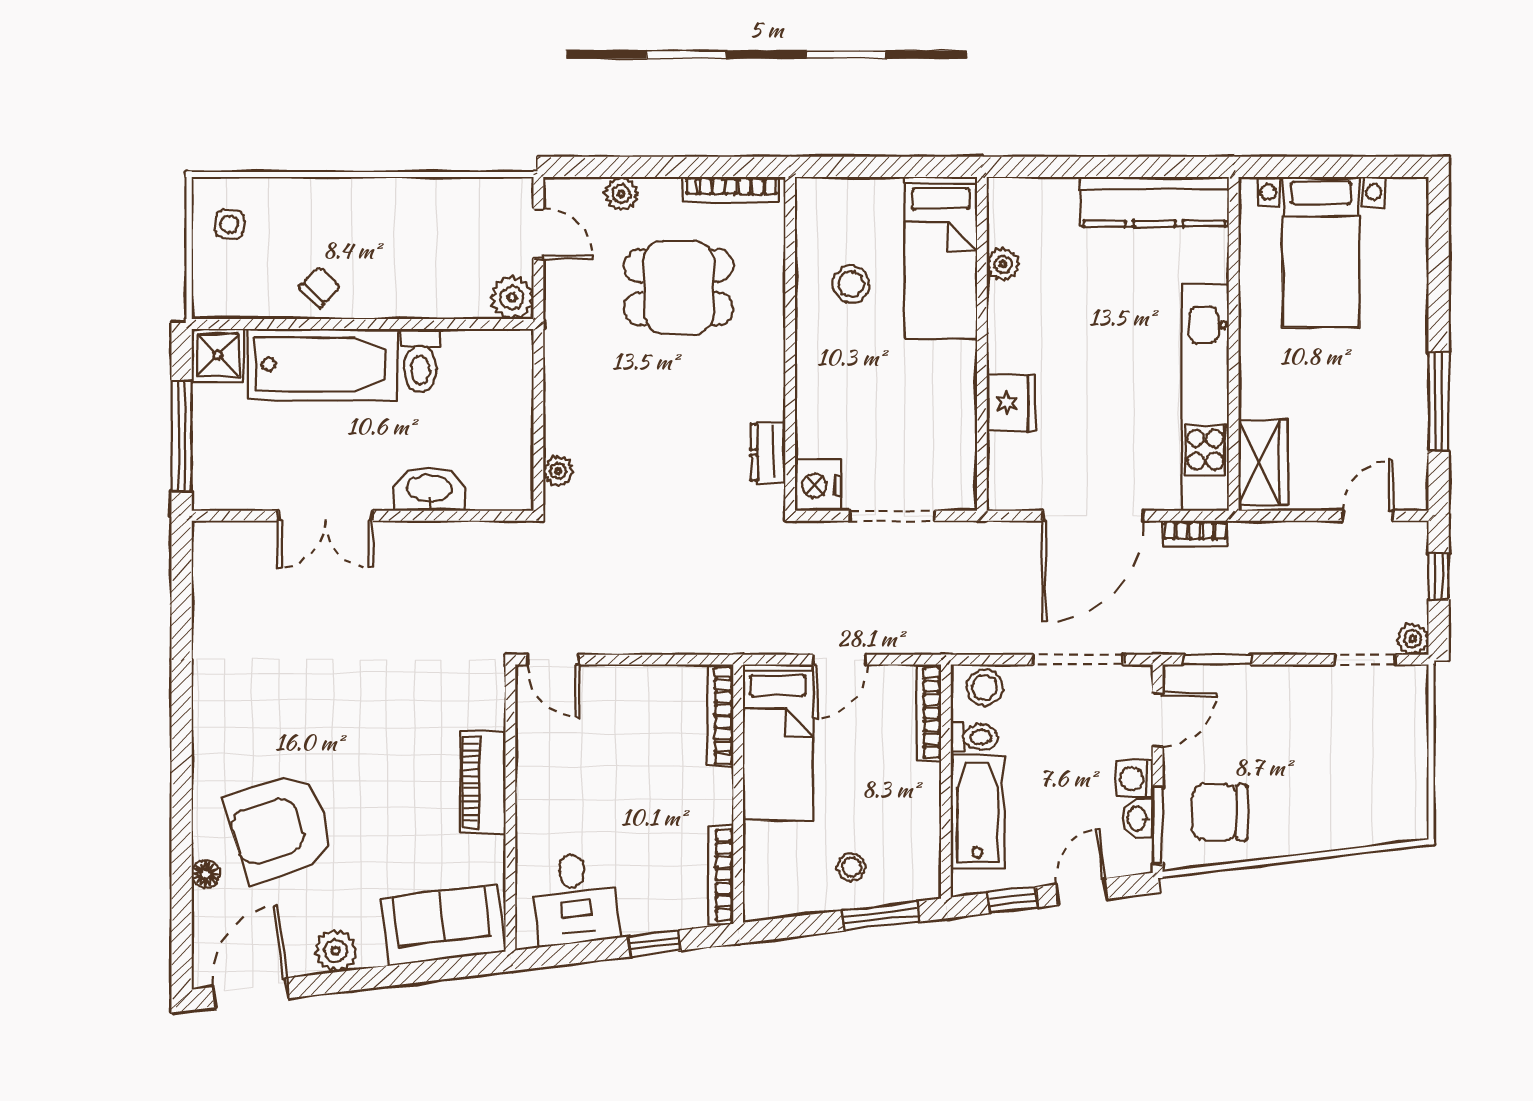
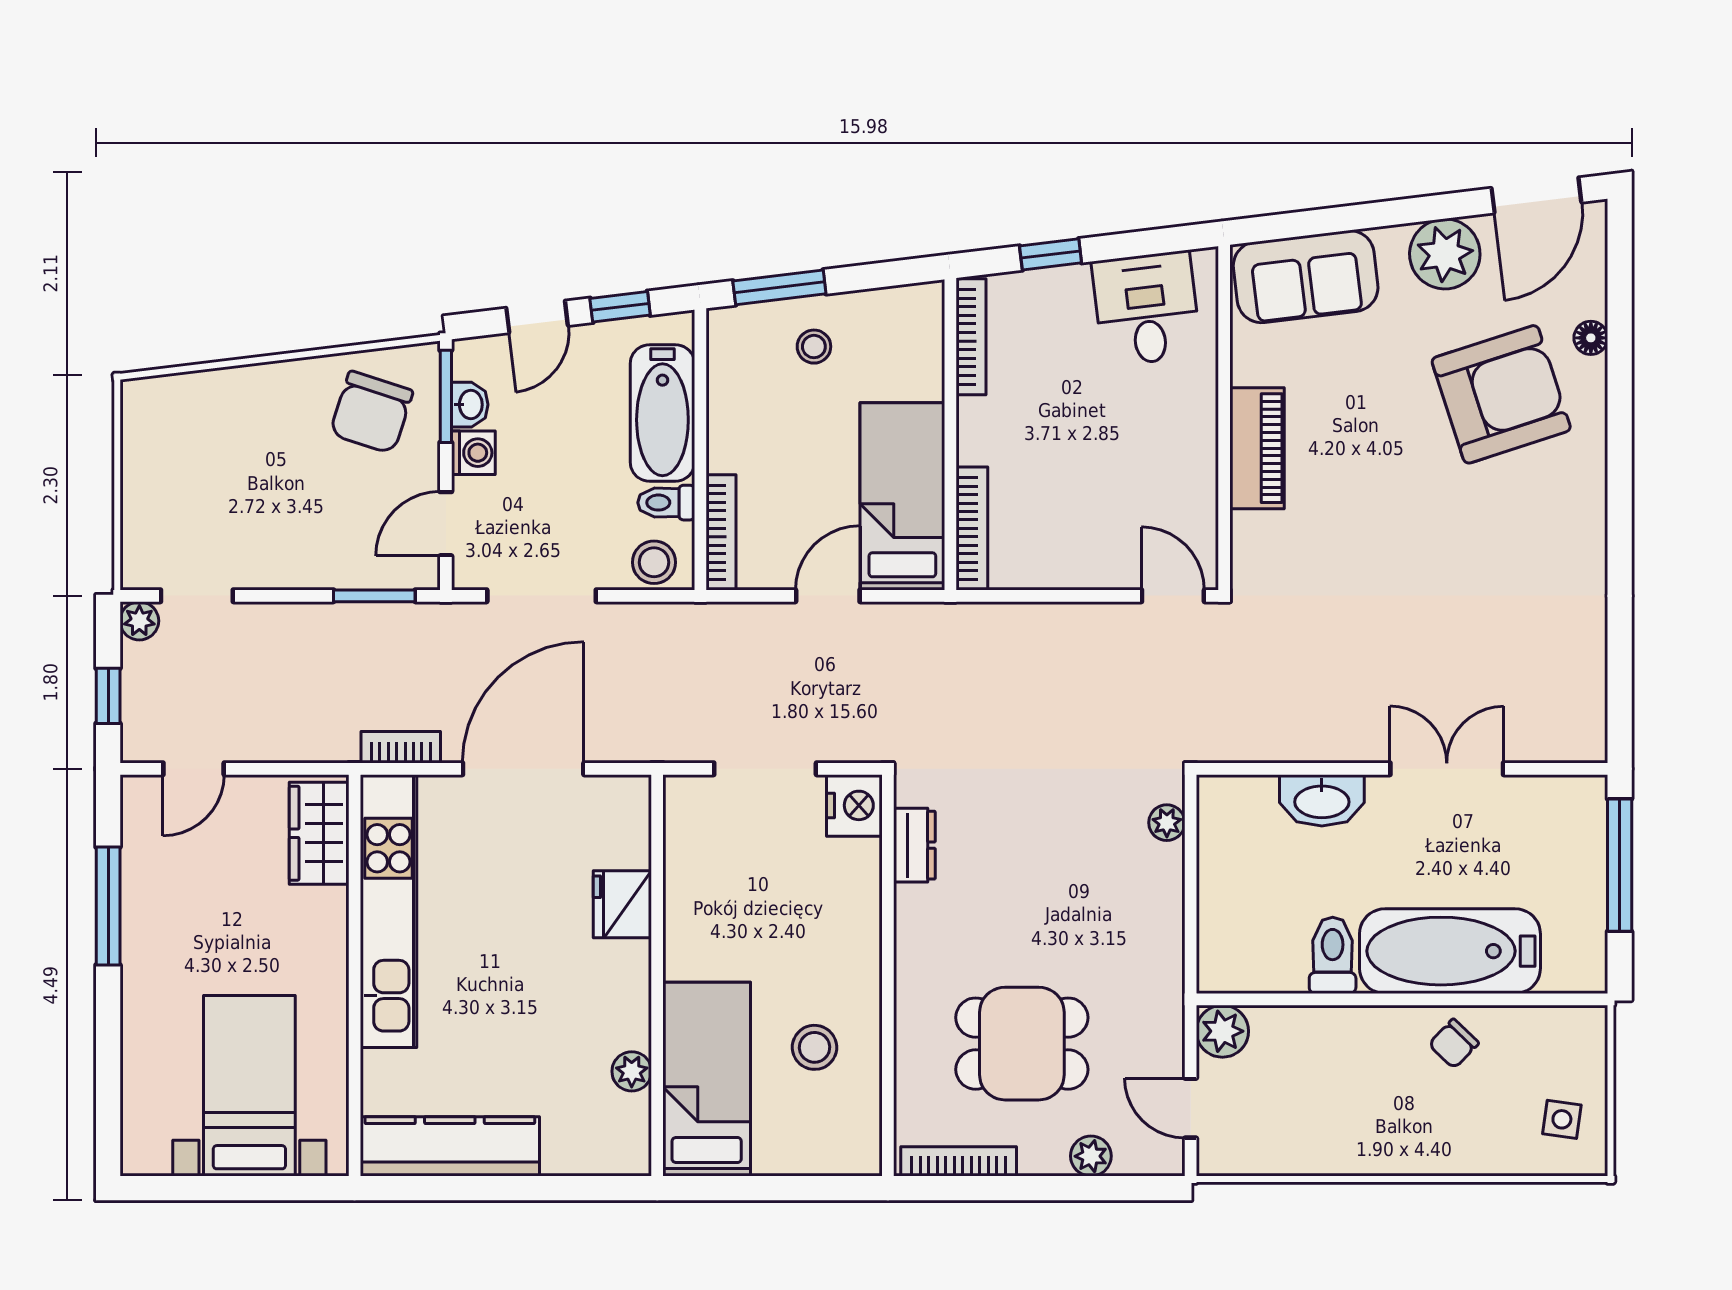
shower: (218, 355) -> (1576, 962), removed
chair: (1220, 812) -> (371, 412), turned 108
plant: (336, 951) -> (1445, 254), width x1.36, depth x1.36

